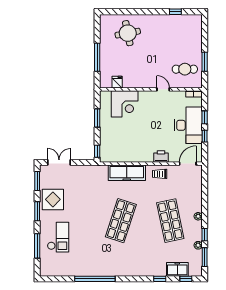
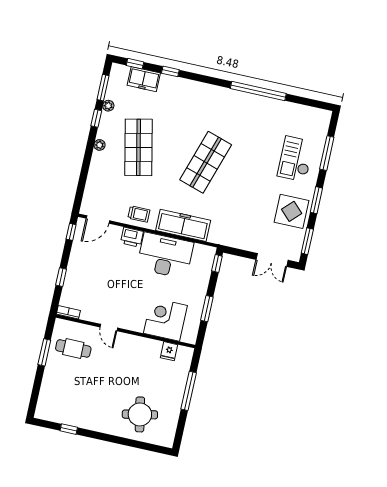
desk: (188, 125) -> (165, 256), moved, turned 90
window: (205, 136) -> (71, 232), moved

